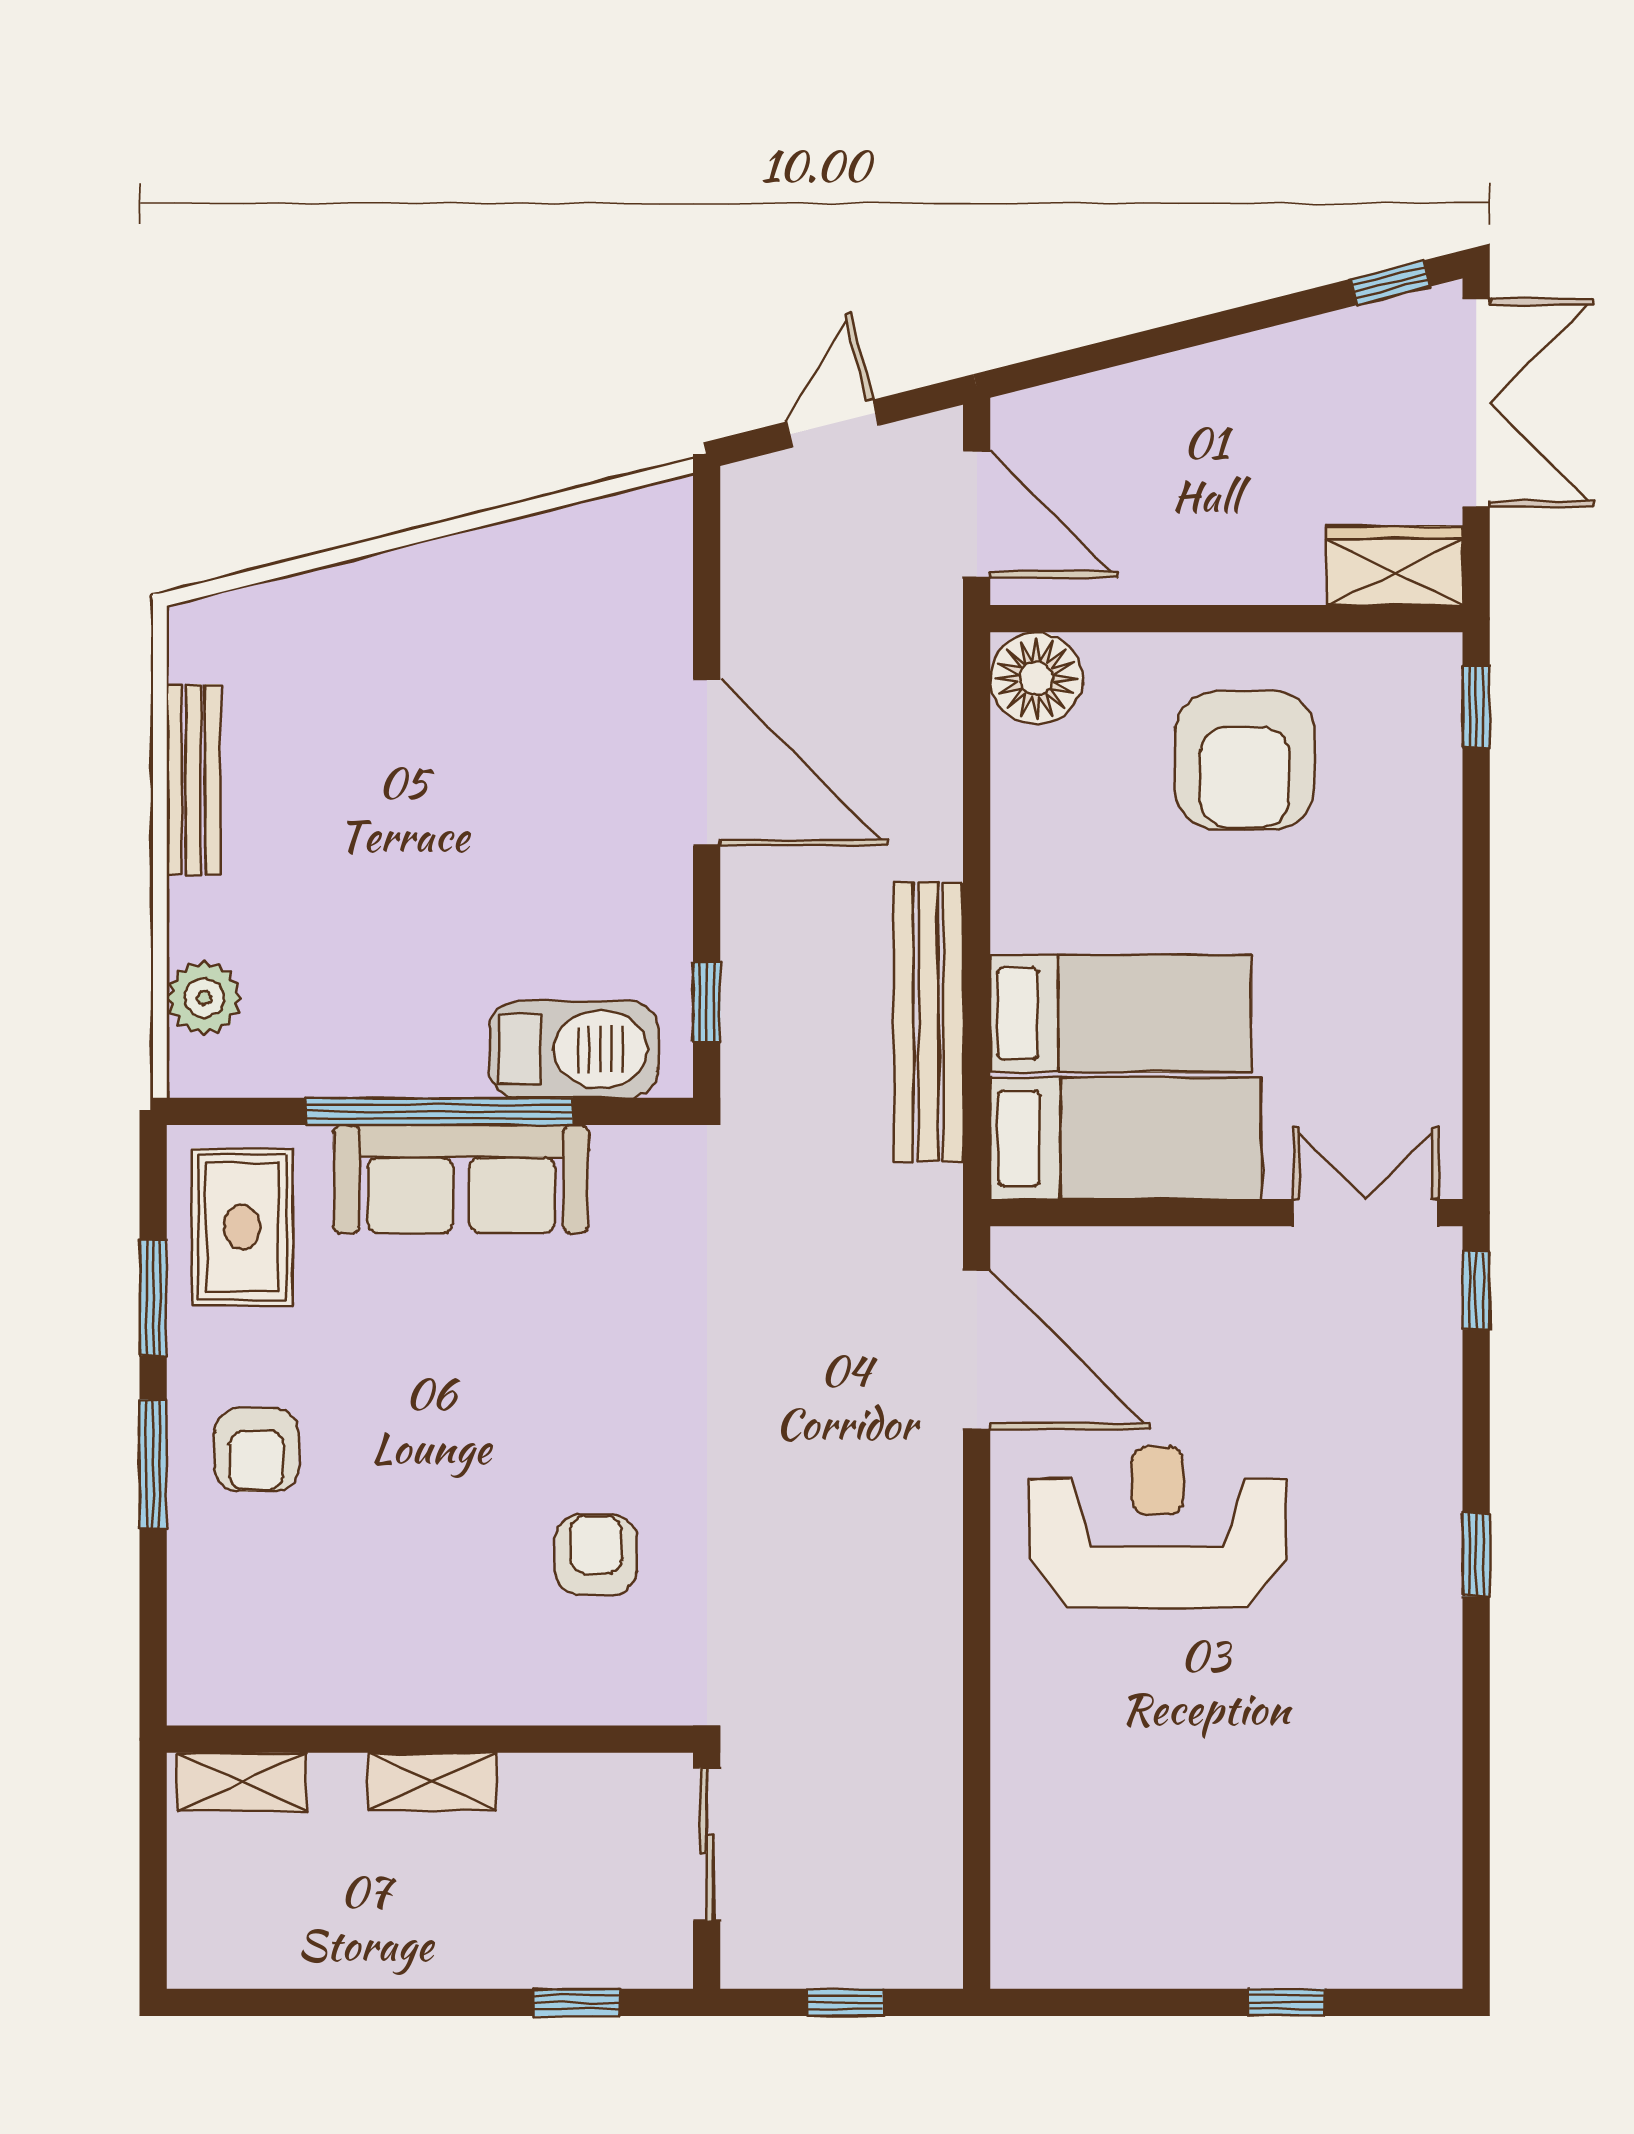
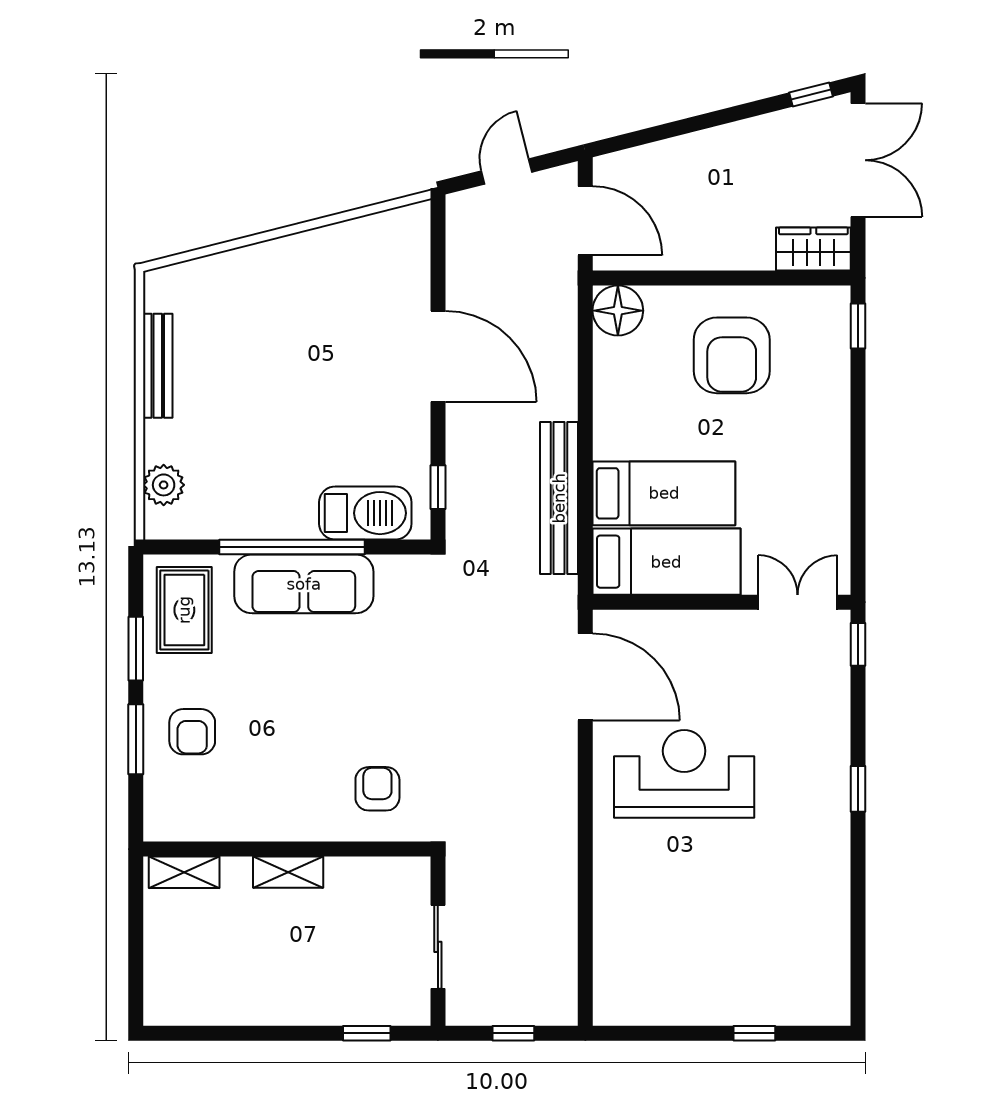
wall: (430, 1739) -> (287, 849), moved
shelving: (242, 1782) -> (184, 872), moved
shelving: (432, 1782) -> (288, 872), moved

